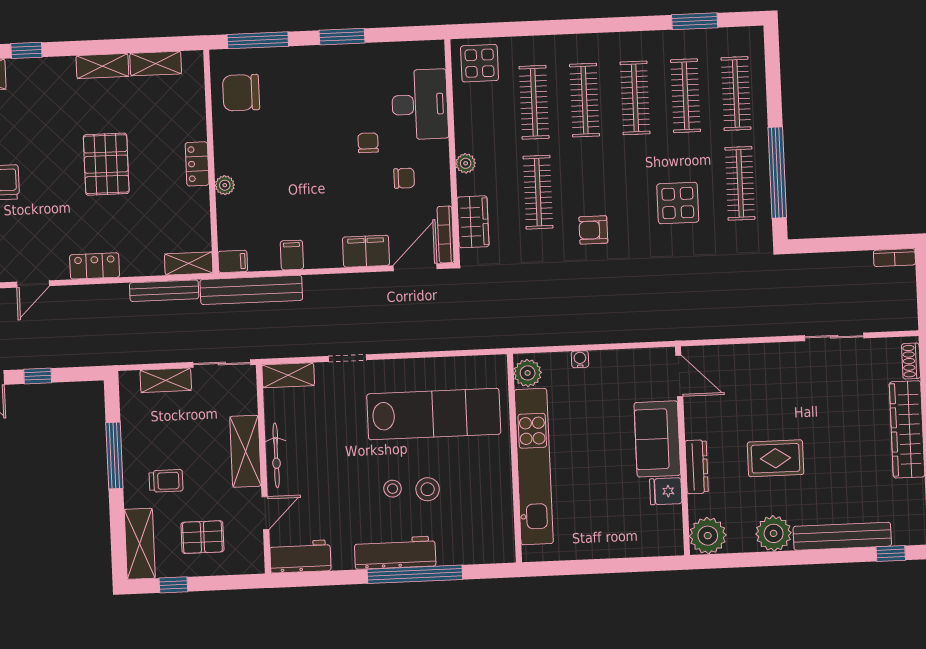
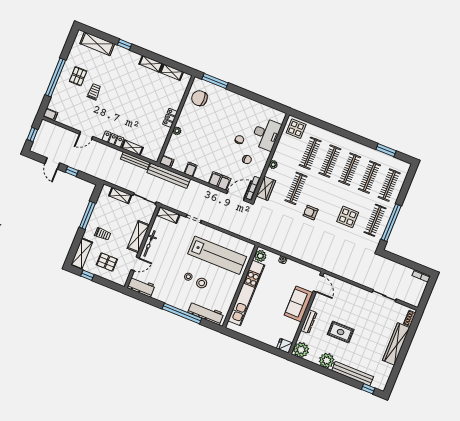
window: (342, 37) -> (248, 94), removed
pallet: (106, 164) -> (135, 102), removed
shelving: (189, 263) -> (132, 148), moved
fridge: (666, 491) -> (285, 346), moved
workbench: (395, 553) -> (206, 313), moved

